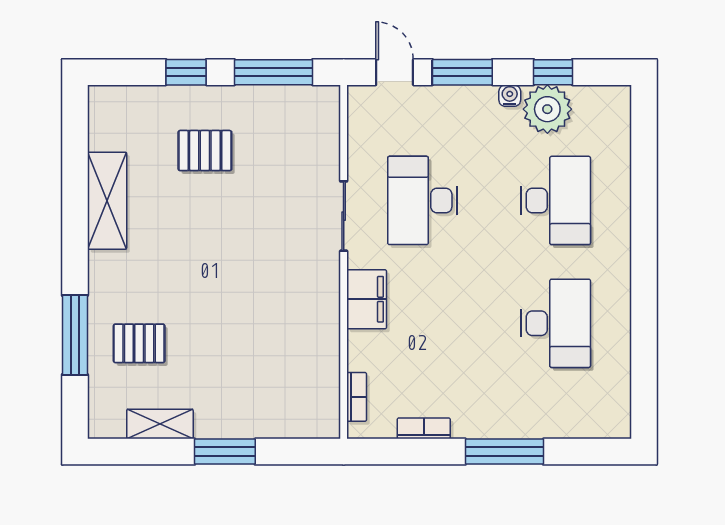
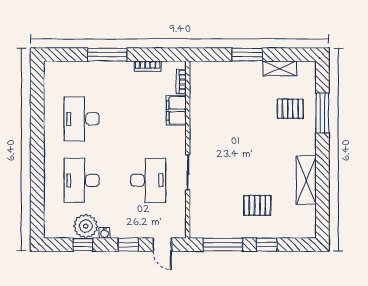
window: (462, 72) -> (128, 245), width x0.67
filing cabinet: (367, 299) -> (176, 110), moved

